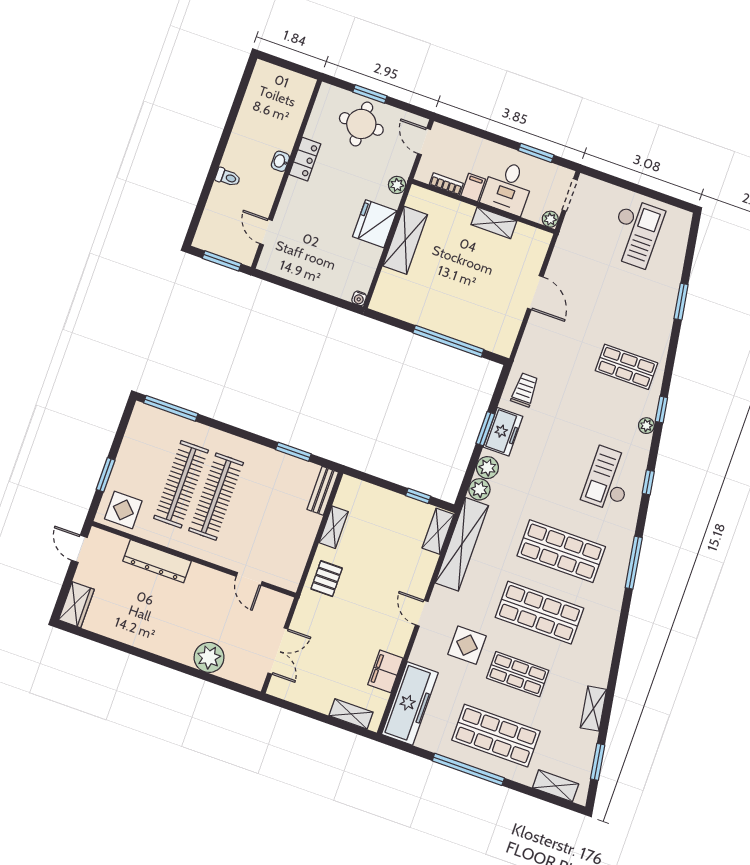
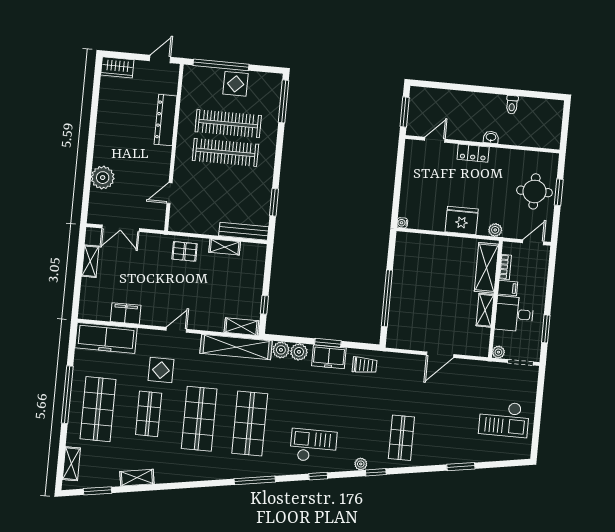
locker: (305, 159) -> (473, 153), moved
toilet: (228, 177) -> (512, 105), moved
shelving: (405, 240) -> (486, 268), moved, turned 90
window: (106, 475) -> (221, 65), width x2.11
bench: (323, 491) -> (244, 231), width x1.36
display table: (123, 510) -> (236, 84), moved
shelving: (351, 714) -> (90, 261), moved

